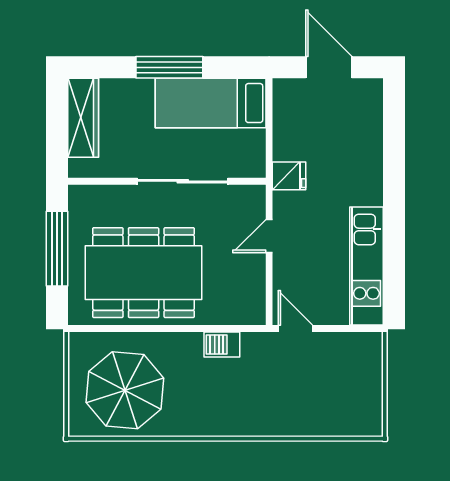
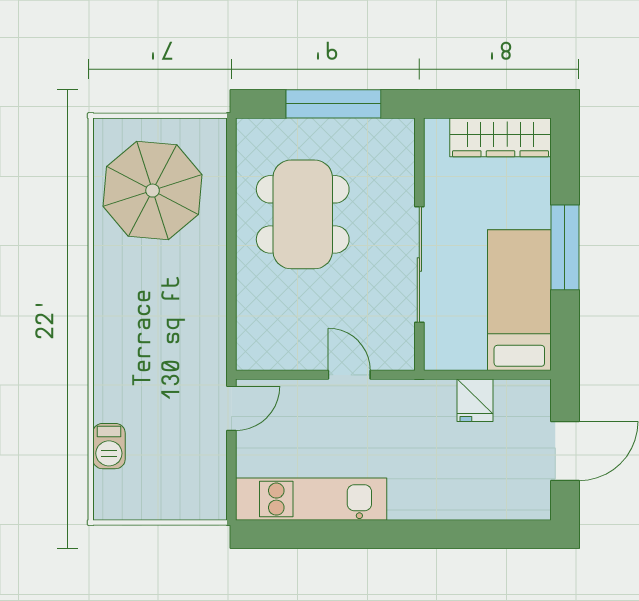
fridge: (289, 176) -> (475, 400), moved
dining table: (144, 273) -> (303, 214), width x0.73, depth x0.80
barbecue: (222, 344) -> (109, 446), moved, turned 180

